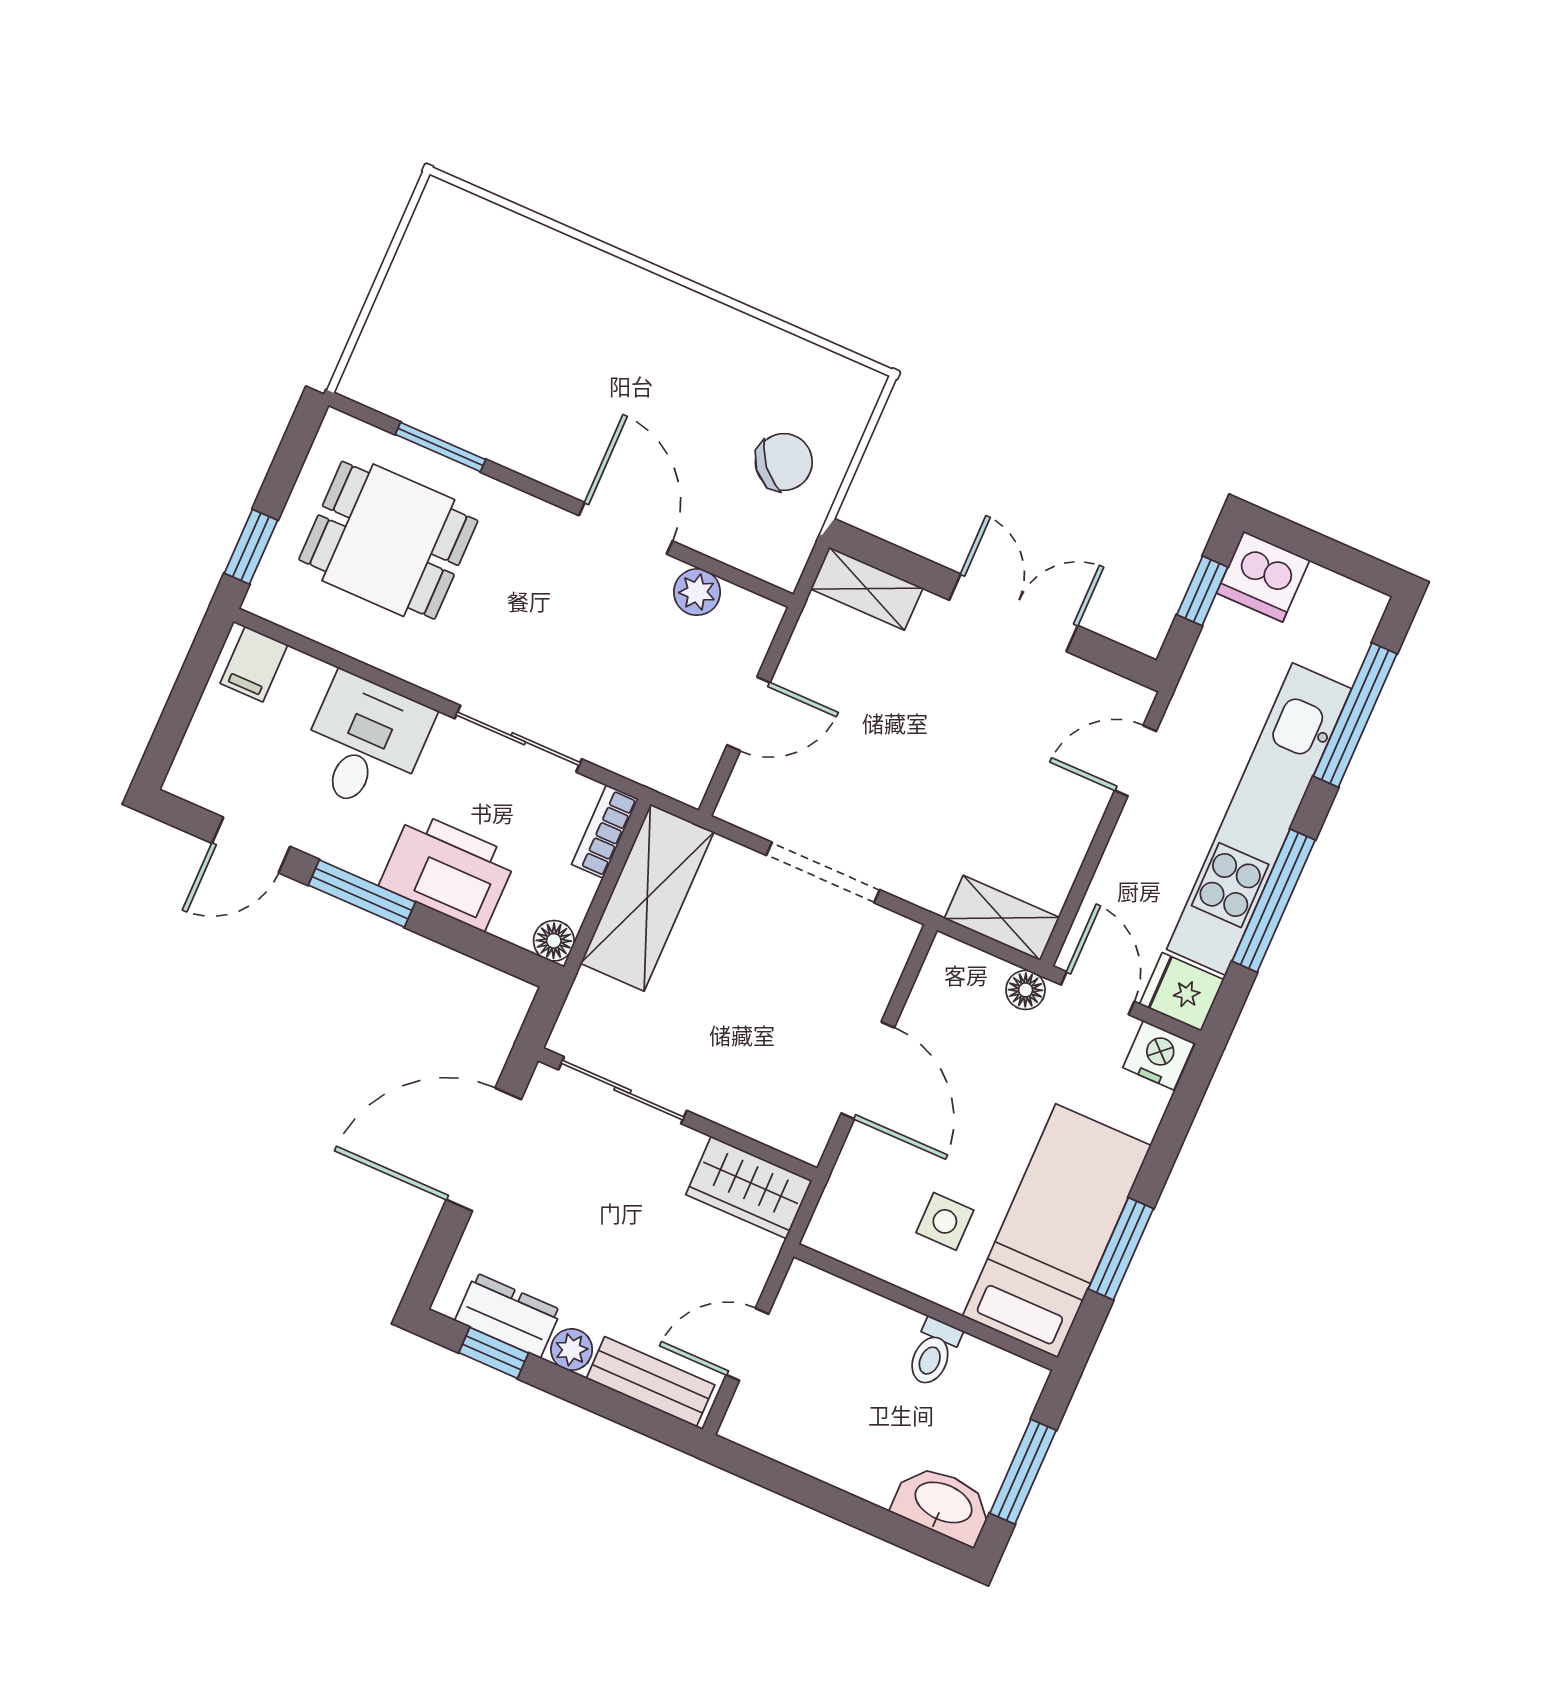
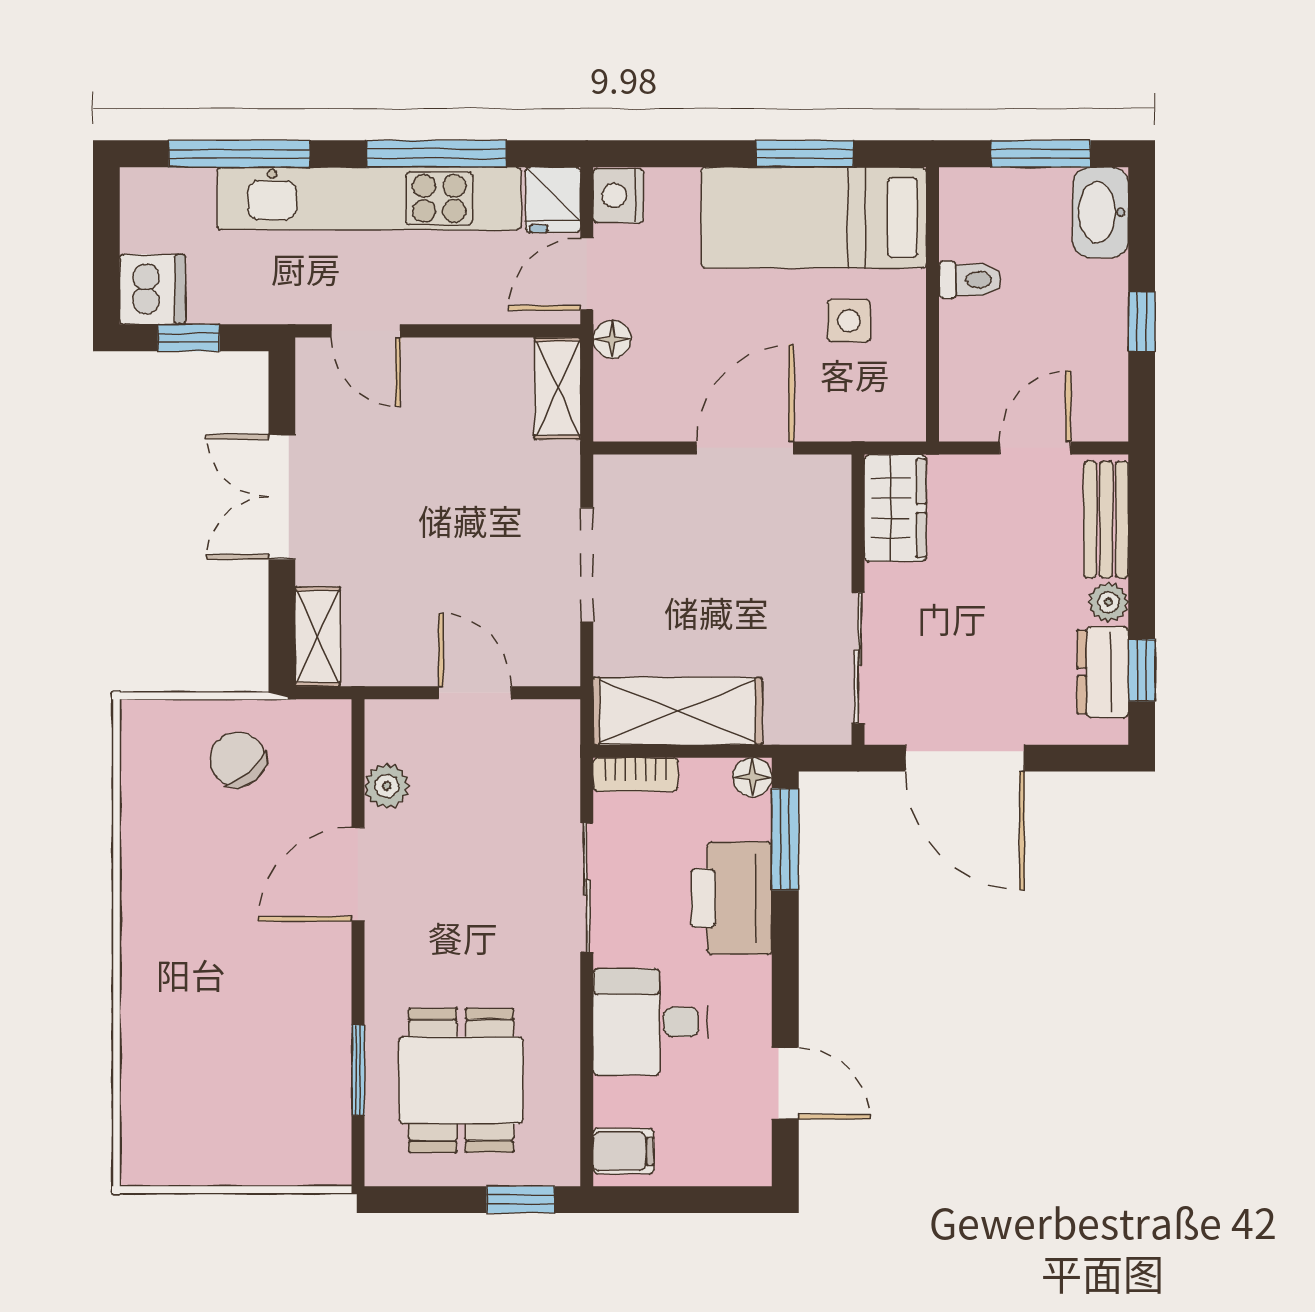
window: (362, 894) -> (785, 839), moved
door: (747, 1344) -> (1035, 448), swing flipped
window: (823, 1497) -> (1142, 322), added

